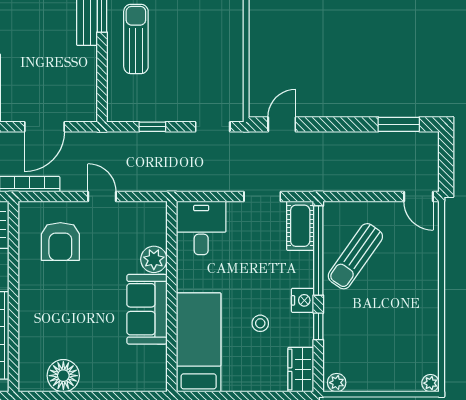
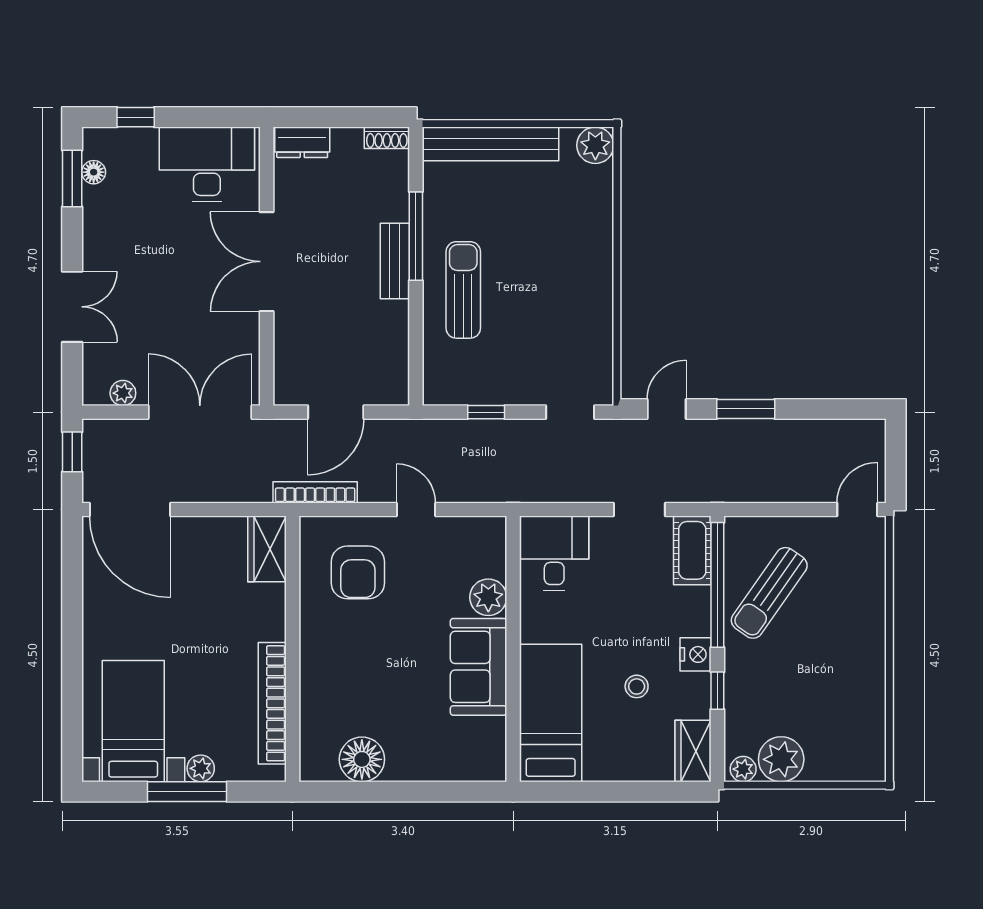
window: (399, 124) -> (746, 409), moved
door: (418, 196) -> (857, 510), swing flipped
plant: (430, 383) -> (781, 759), moved, width x1.87, depth x1.87

